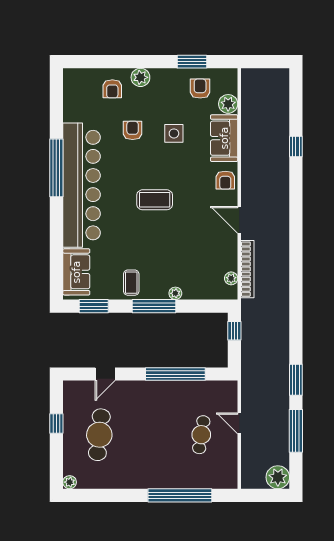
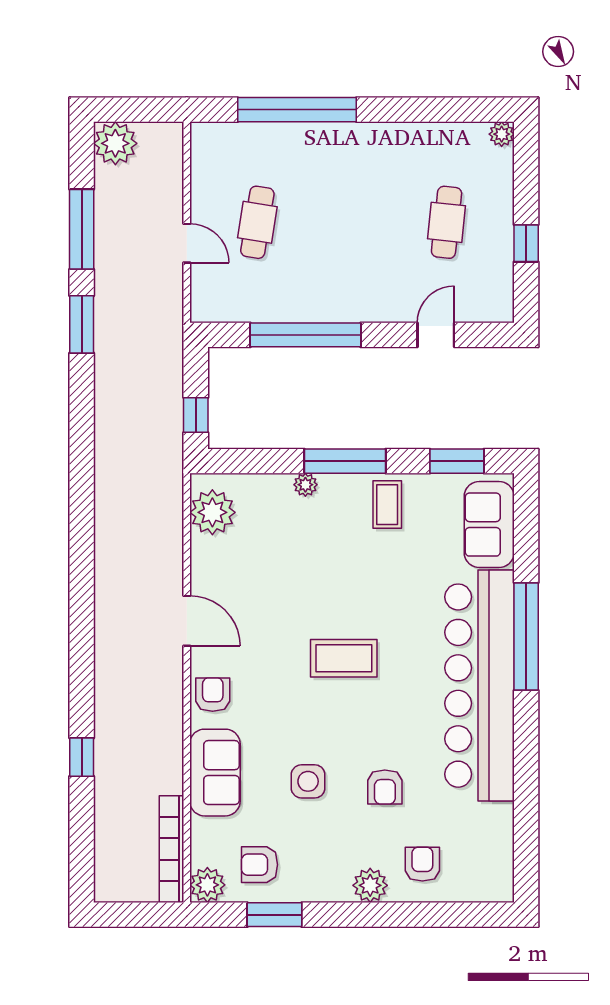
armchair: (200, 89) -> (260, 865), turned 90
plant: (228, 104) -> (207, 885), moved
window: (56, 168) -> (526, 637), moved
bookcase: (247, 269) -> (172, 849), moved
plant: (231, 278) -> (212, 512), width x1.87, depth x1.87
cafe table: (99, 435) -> (447, 222), width x0.73, depth x0.74

